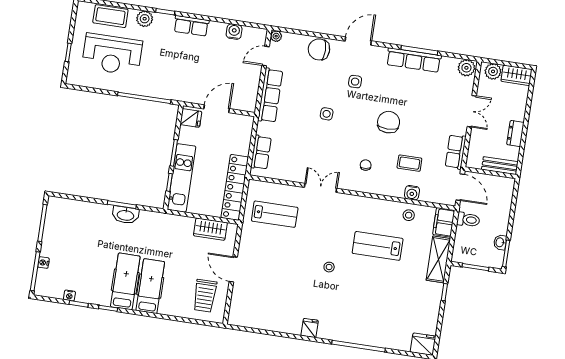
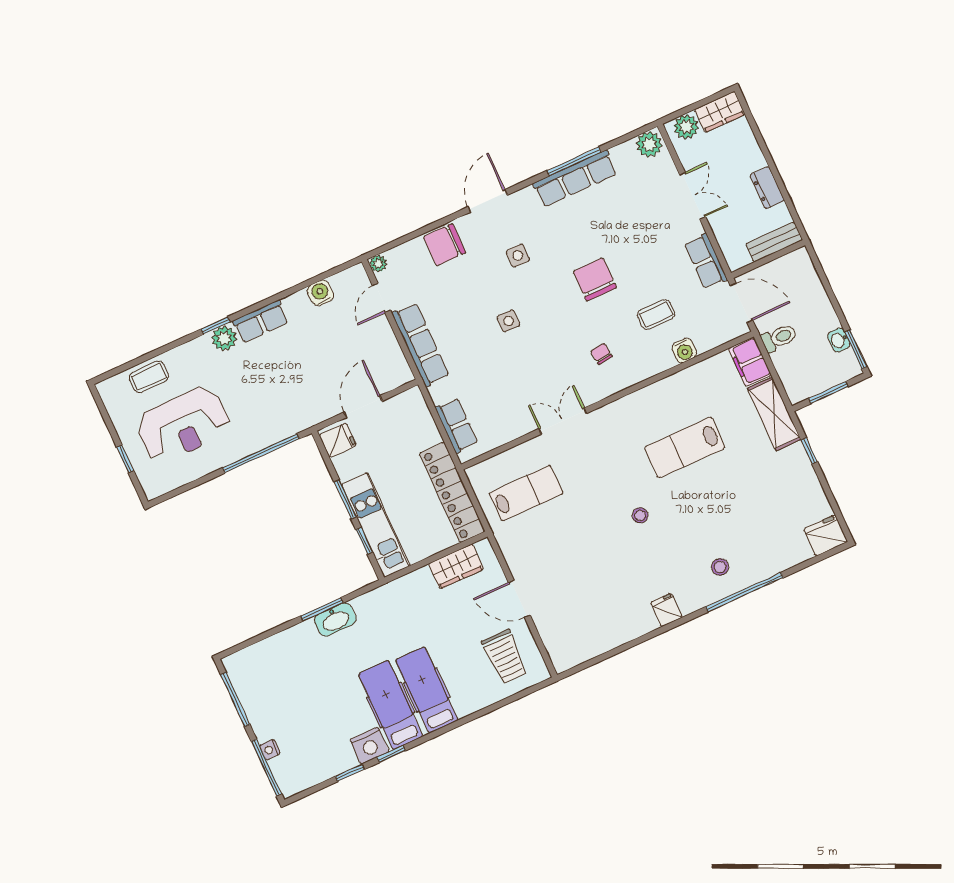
coffee table: (110, 16) -> (149, 377), width x0.73, depth x0.77
plant: (145, 19) -> (224, 338), moved
stool: (409, 215) -> (720, 567), moved
nightstand: (69, 296) -> (369, 746), moved, width x1.89, depth x1.79

